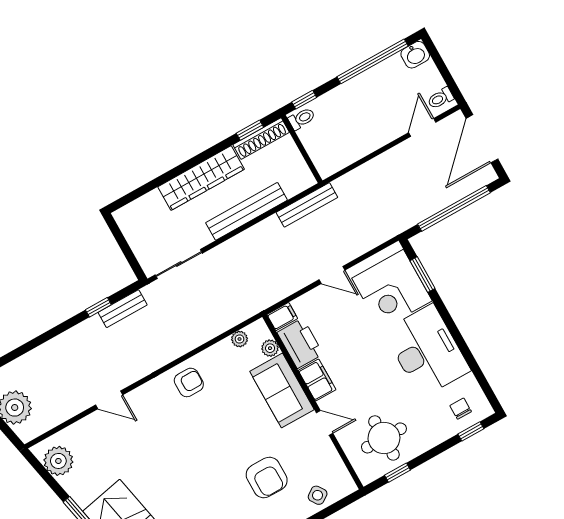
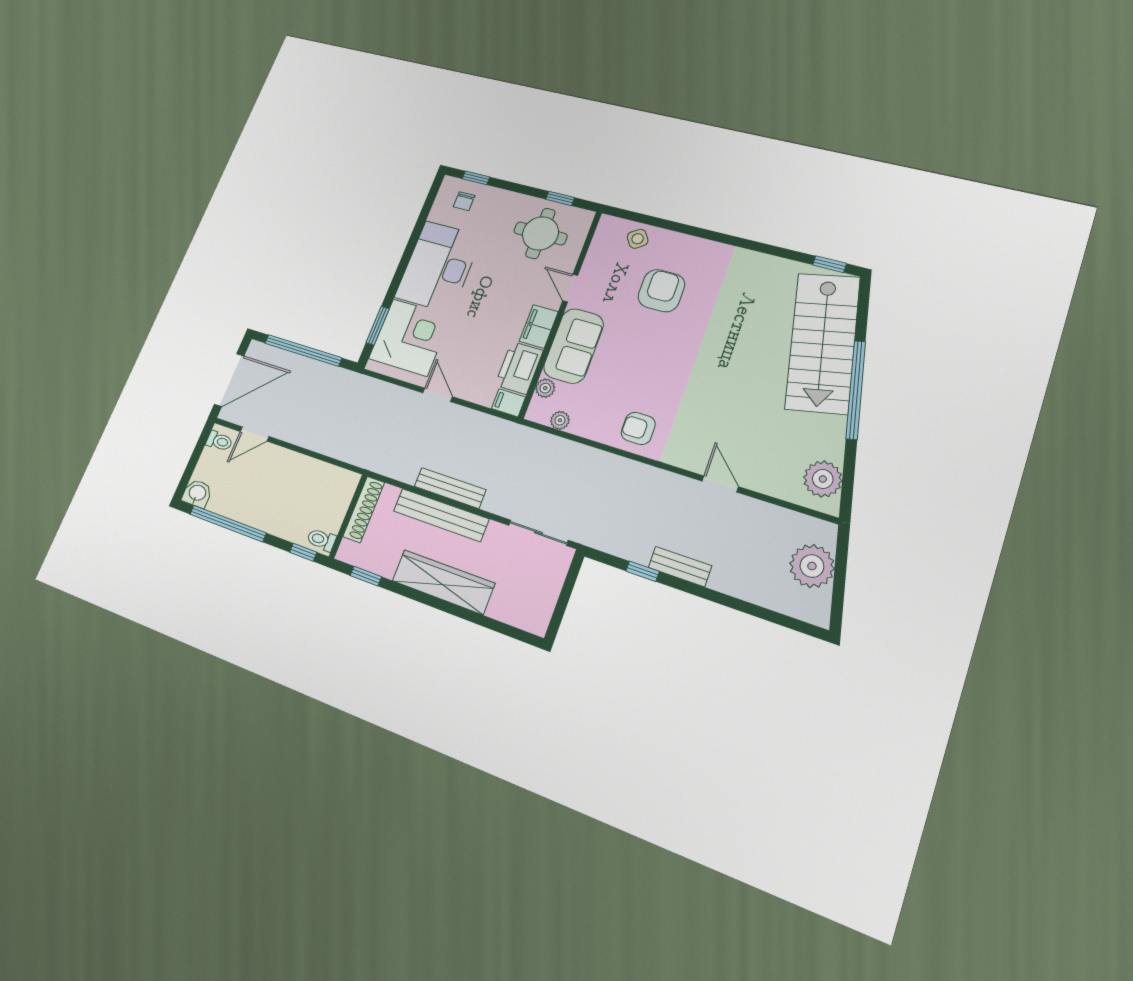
shoe rack: (261, 139) -> (364, 509), moved, turned 90
bench: (307, 205) -> (450, 488), moved
bench: (123, 309) -> (680, 567), moved

